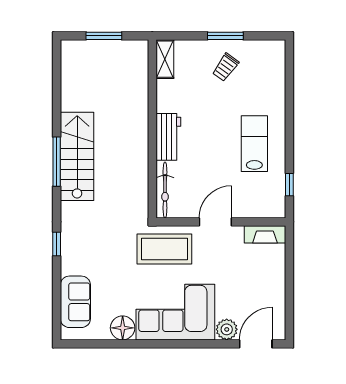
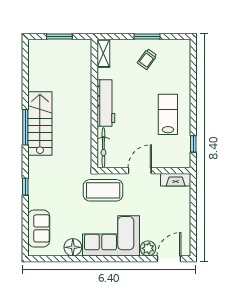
workbench: (168, 137) -> (106, 103), width x1.38

